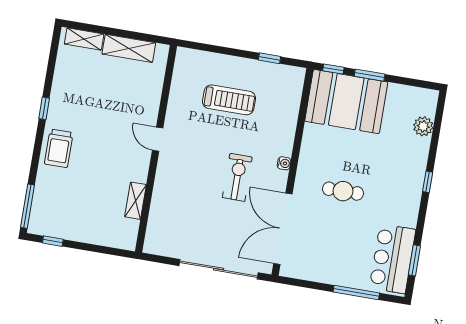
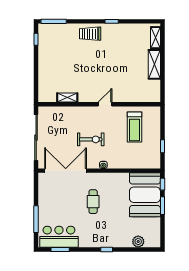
door: (158, 139) -> (105, 104), moved
wall: (156, 149) -> (99, 104), moved
shelving: (136, 201) -> (67, 98), moved

